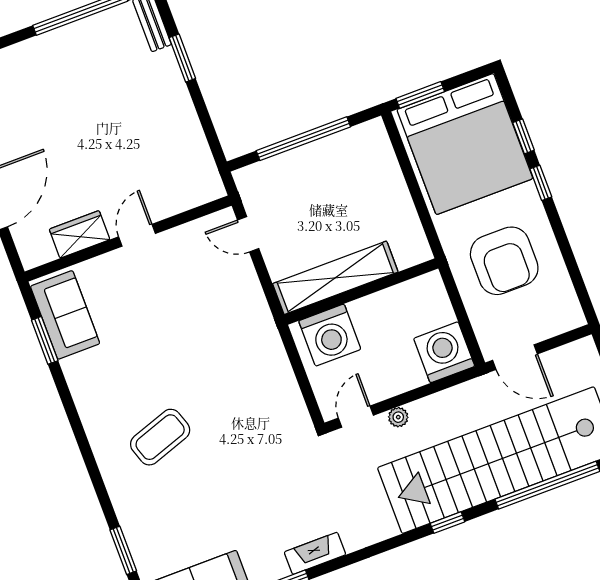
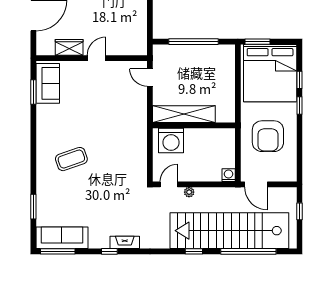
washing machine: (444, 352) -> (229, 175), width x0.53, depth x0.53

